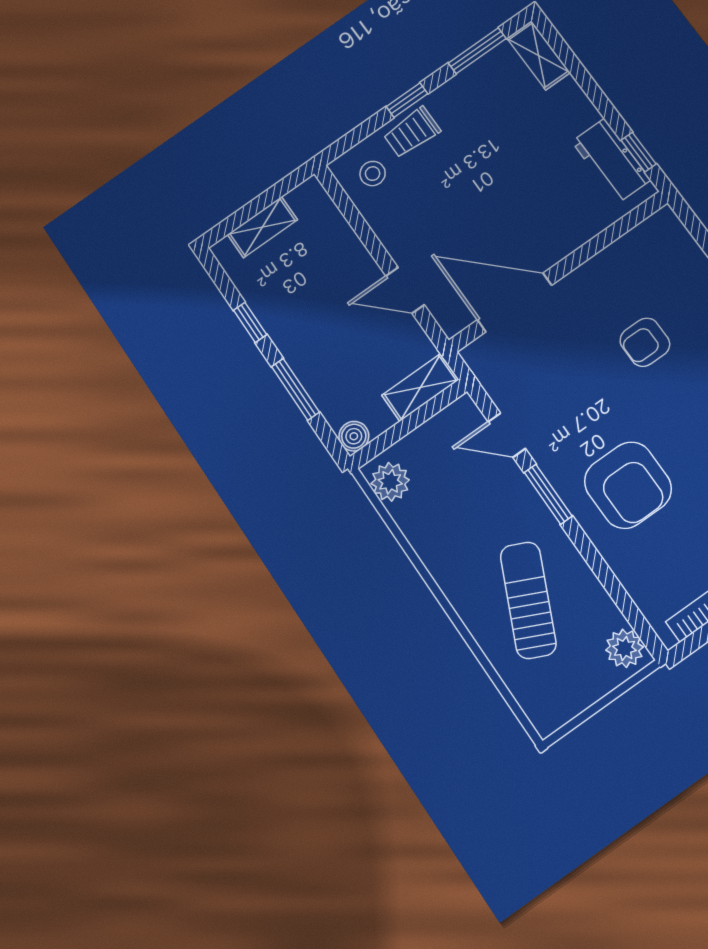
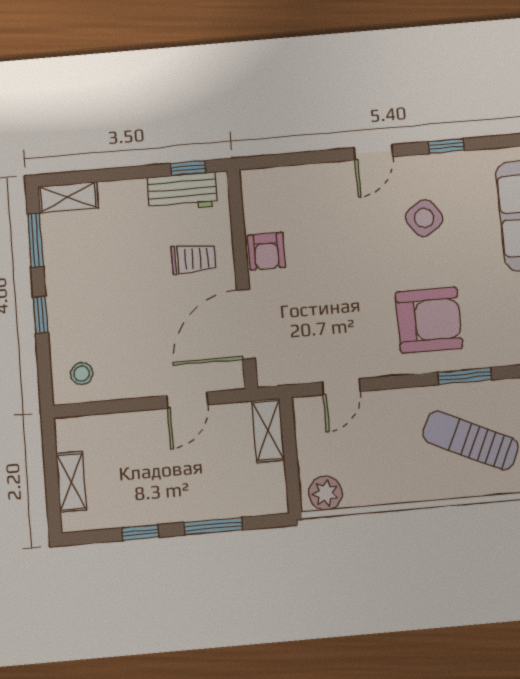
trolley: (412, 132) -> (193, 259), moved, turned -90
armchair: (645, 342) -> (266, 251), moved
boiler: (354, 436) -> (275, 501), removed
window: (548, 494) -> (465, 376), moved

